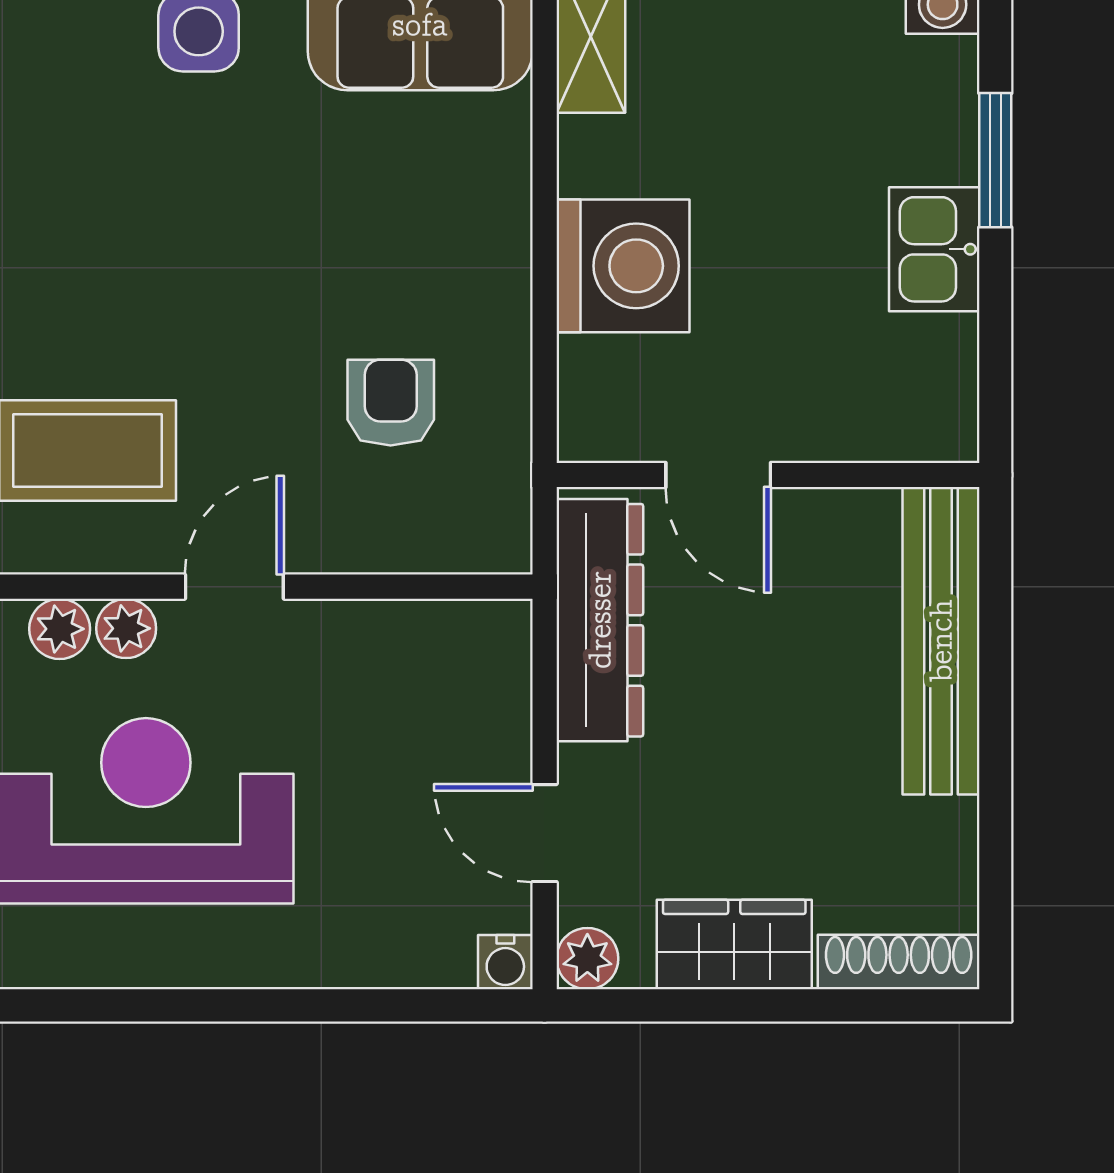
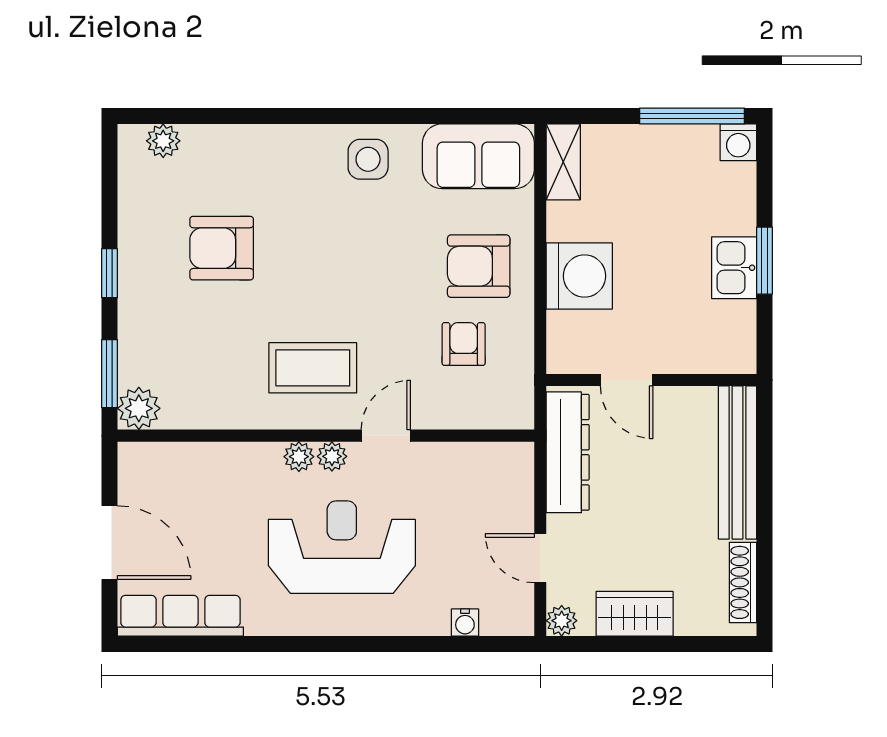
window: (995, 160) -> (765, 261), moved
armchair: (421, 246) -> (479, 266), added
water cooler: (505, 962) -> (465, 622), moved
shoe rack: (899, 962) -> (743, 582), moved, turned -90

